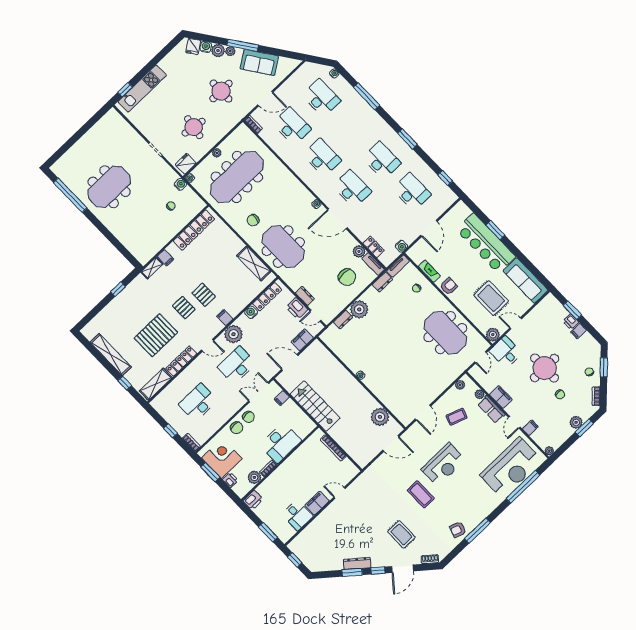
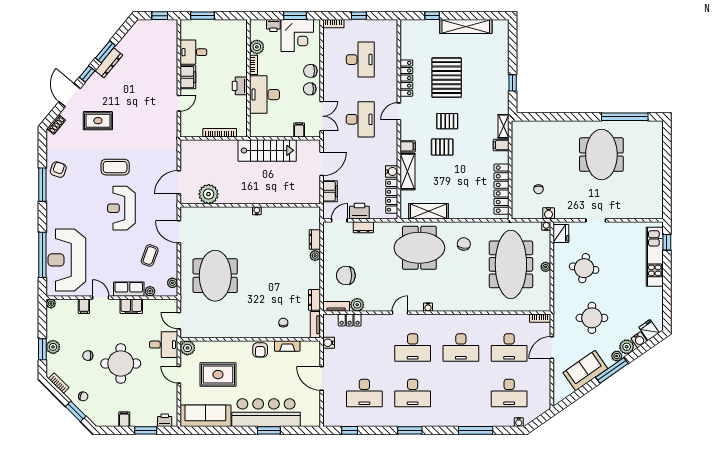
door: (337, 219) -> (400, 313), width x0.53
plant: (359, 309) -> (315, 256), width x0.53, depth x0.53
printer: (571, 322) -> (165, 420), moved
door: (516, 323) -> (179, 375), swing flipped
meeting table: (445, 333) -> (215, 276), moved, turned 90
plant: (234, 334) -> (388, 141), removed
shelving: (156, 384) -> (407, 171), moved
printer: (253, 500) -> (240, 86), moved

